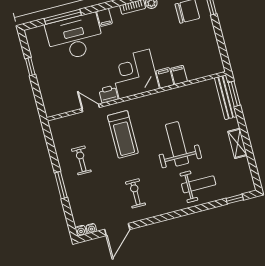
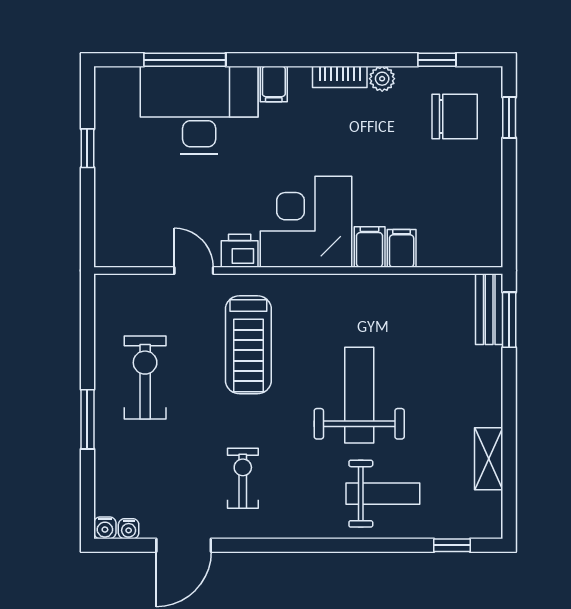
bench: (226, 97) -> (489, 309), width x0.73
shelving: (237, 143) -> (489, 459), moved
exercise bike: (81, 160) -> (145, 378), width x1.38, depth x1.39

